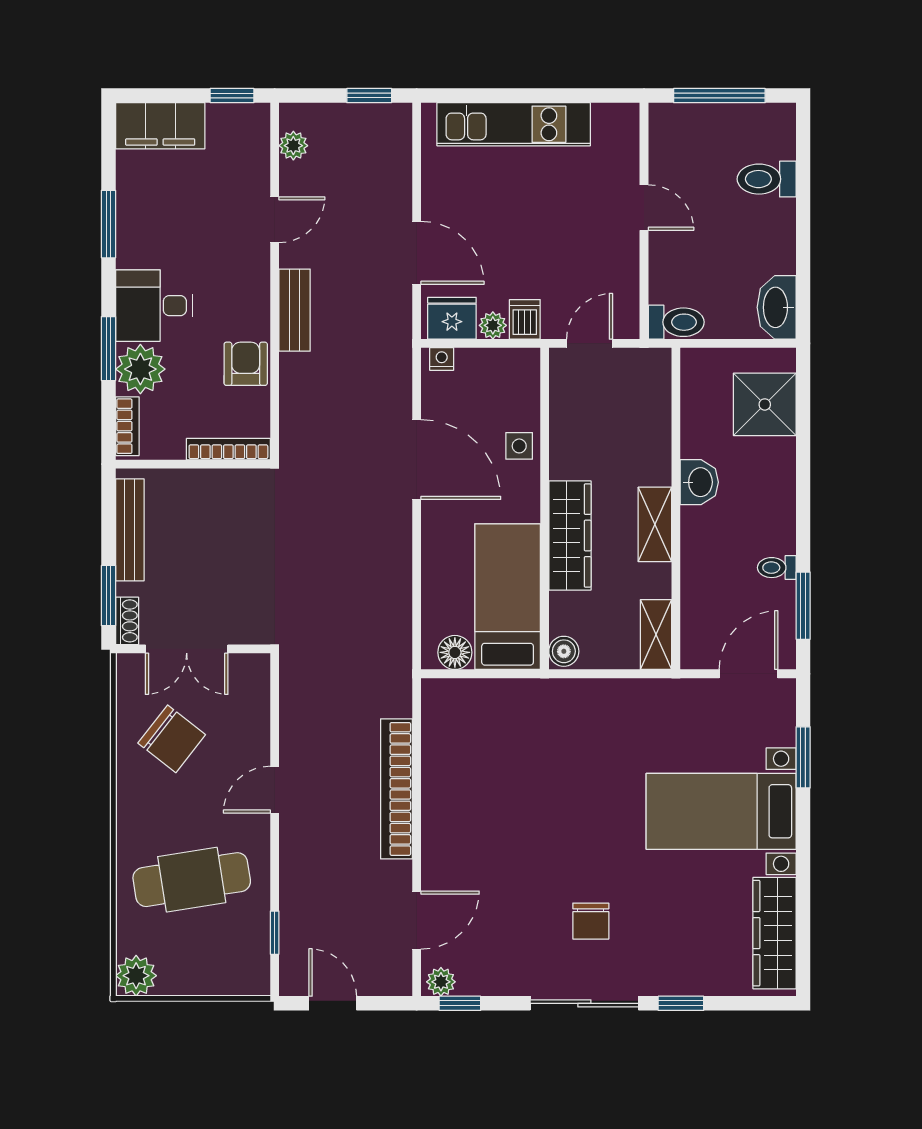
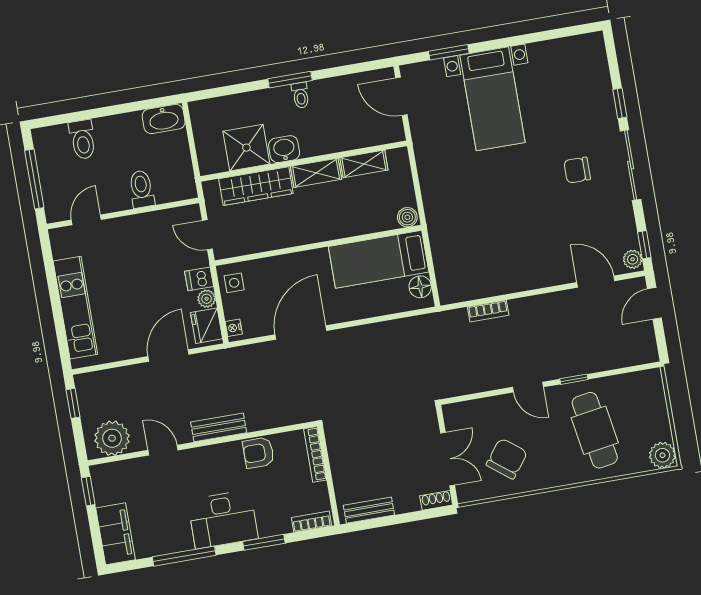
plant: (293, 146) -> (112, 438), width x1.88, depth x1.88
door: (644, 208) -> (86, 220), moved
window: (108, 224) -> (184, 556), width x1.44
desk: (154, 306) -> (223, 519), width x1.37
toilet: (676, 322) -> (142, 189), moved
plant: (140, 369) -> (273, 520), removed
shower: (765, 404) -> (246, 148), moved
side table: (519, 446) -> (234, 283), moved
bench: (130, 530) -> (369, 510), width x0.73
wardrobe: (570, 536) -> (256, 186), moved, turned 180
toilet: (777, 568) -> (301, 95), moved
window: (108, 596) -> (422, 515), removed
window: (803, 606) -> (290, 80), moved
shelving: (656, 635) -> (364, 164), moved
bookcase: (397, 789) -> (488, 311), width x0.43, depth x0.76
chair: (591, 921) -> (577, 170), turned 180
window: (275, 933) -> (574, 379), moved
wardrobe: (774, 933) -> (565, 51), removed
door: (333, 1003) -> (654, 303), moved

